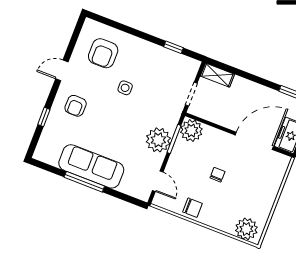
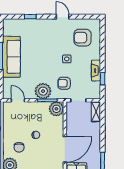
fireplace: (158, 52) -> (96, 71), added
armchair: (76, 106) -> (64, 83), moved
door: (254, 141) -> (65, 149), hinge flipped
door: (158, 181) -> (18, 100), swing flipped
chair: (192, 208) -> (19, 147), moved

